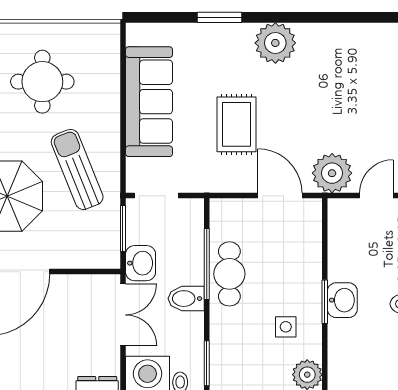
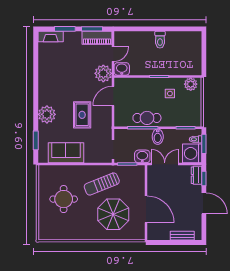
window: (219, 17) -> (36, 140), moved
plant: (275, 43) -> (47, 114), moved
sofa: (149, 102) -> (66, 153), width x0.73
rug: (237, 124) -> (82, 115), turned 90
door: (376, 196) -> (113, 54), swing flipped
washbasin: (342, 300) -> (122, 69), moved

